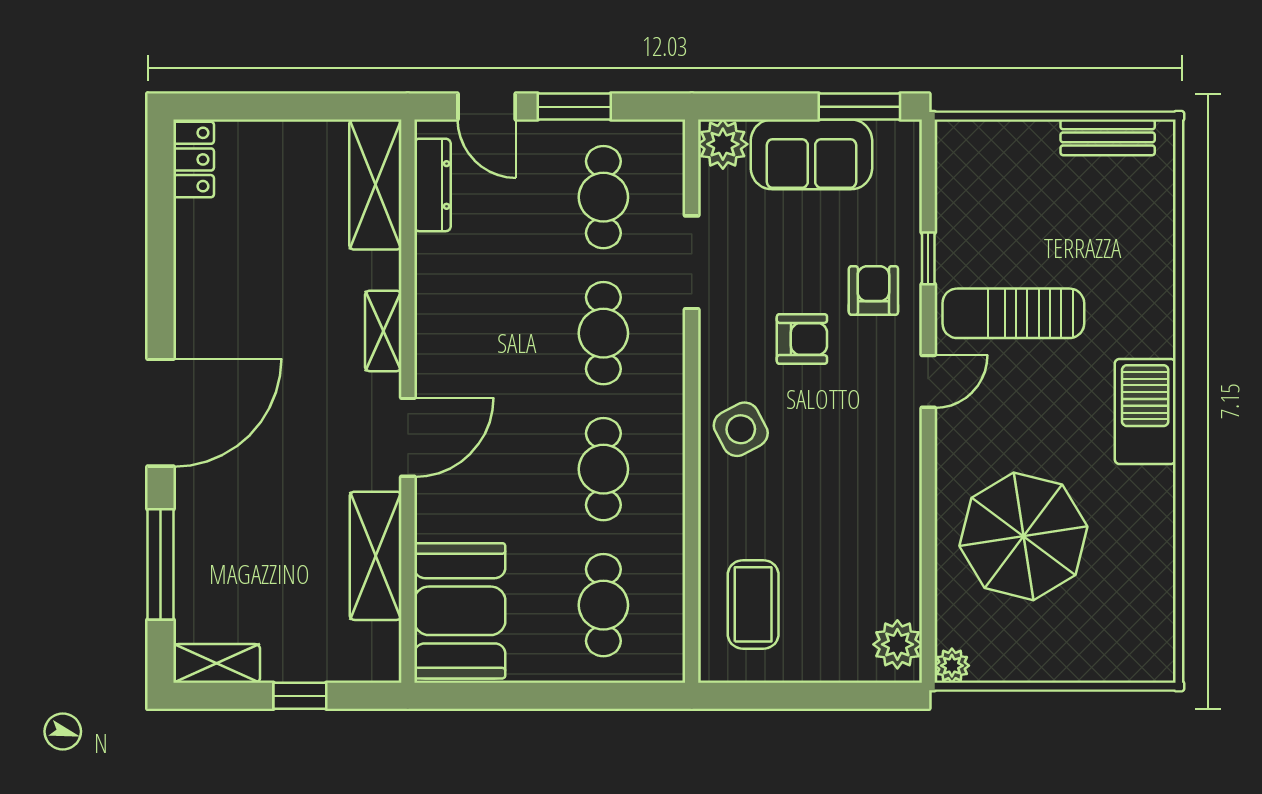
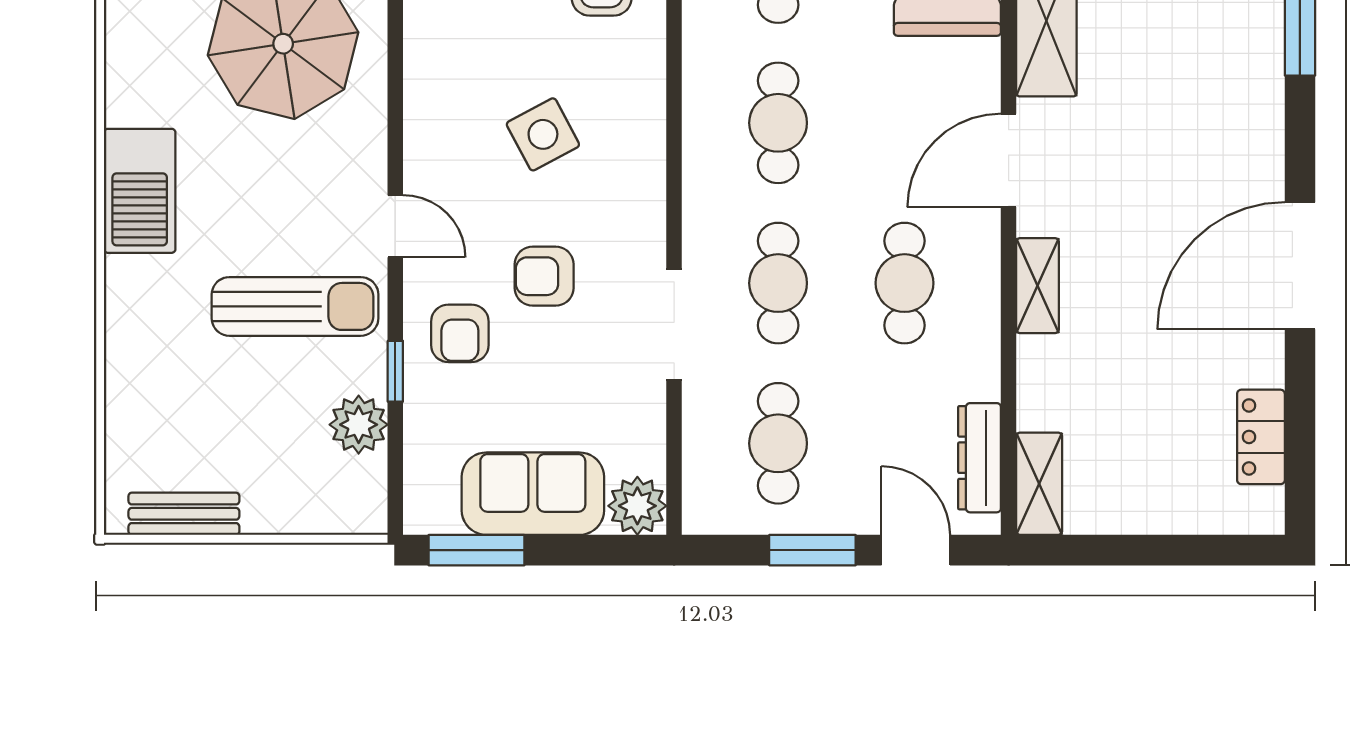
locker: (194, 159) -> (1261, 437), moved
shelving: (375, 185) -> (1039, 484), width x0.67, depth x0.75
plant: (959, 213) -> (359, 425), added
doorway: (692, 262) -> (674, 324), moved
cafe table: (496, 333) -> (905, 283), added
door: (928, 381) -> (395, 226), swing flipped
door: (161, 413) -> (1300, 266), moved
side table: (741, 429) -> (543, 134), moved

